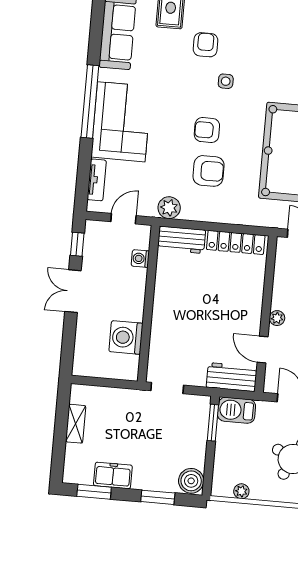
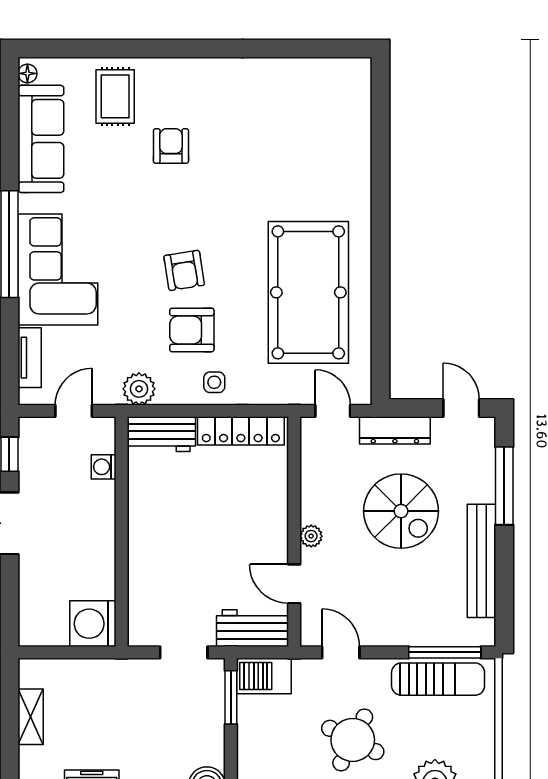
side table: (226, 81) -> (214, 382), moved
armchair: (207, 130) -> (184, 270), turned -99
armchair: (209, 171) -> (192, 330), turned 180
washing machine: (126, 337) -> (93, 624), moved
doorway: (167, 388) -> (184, 652), moved

